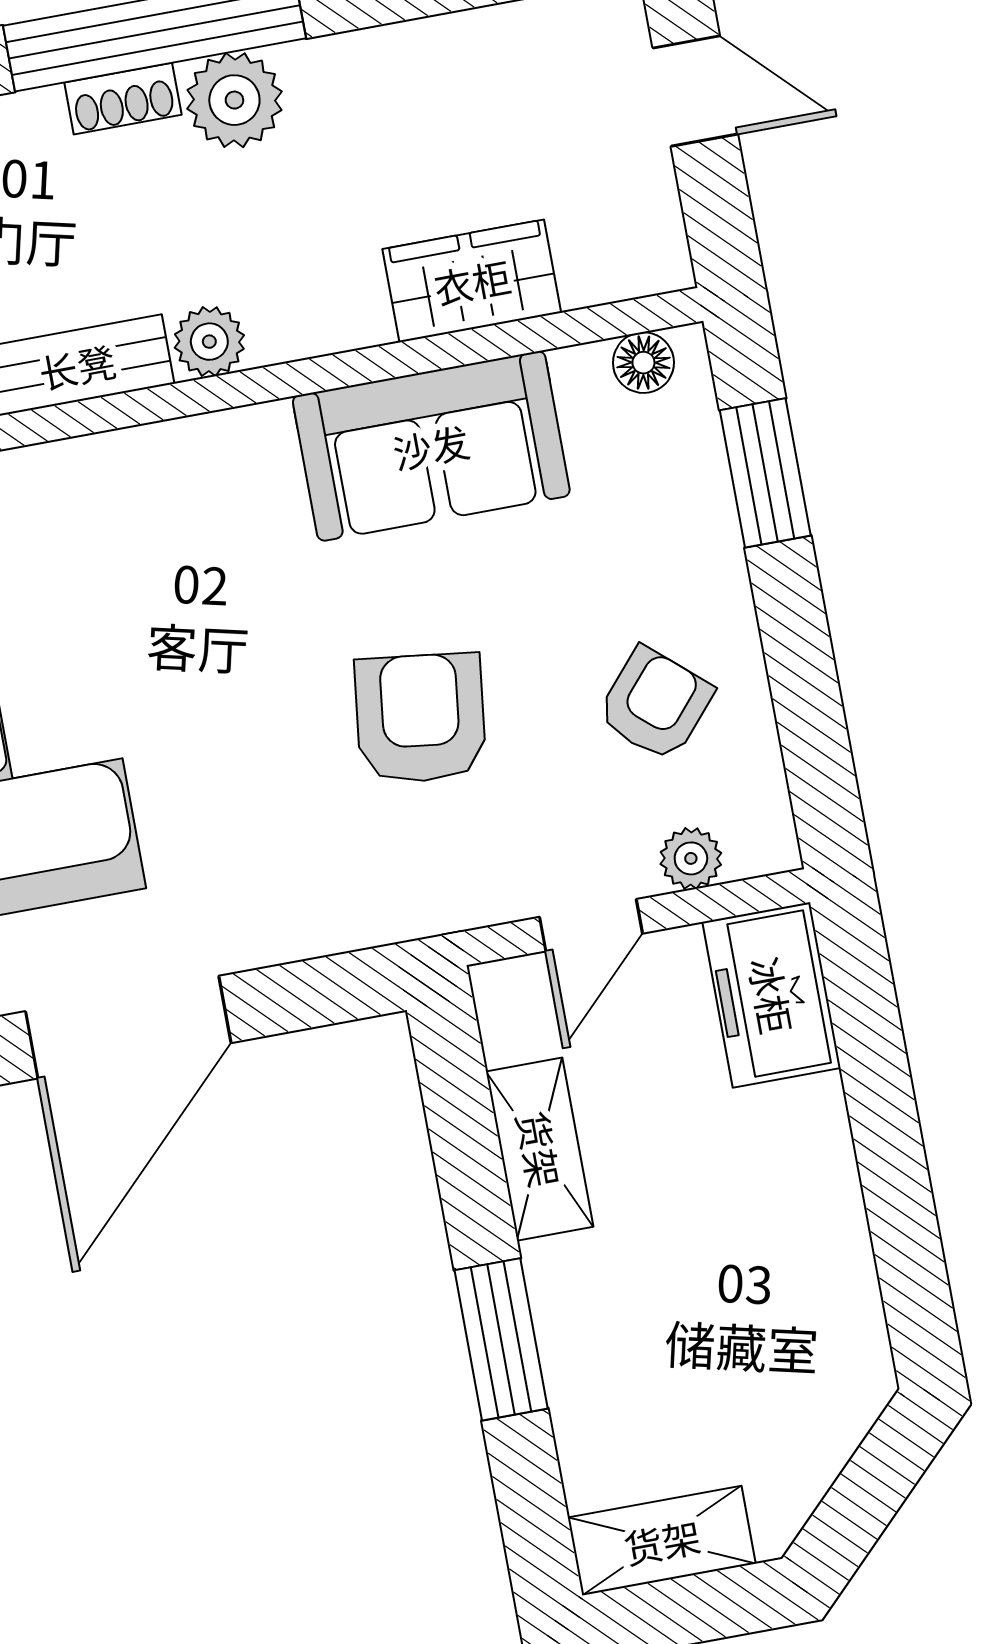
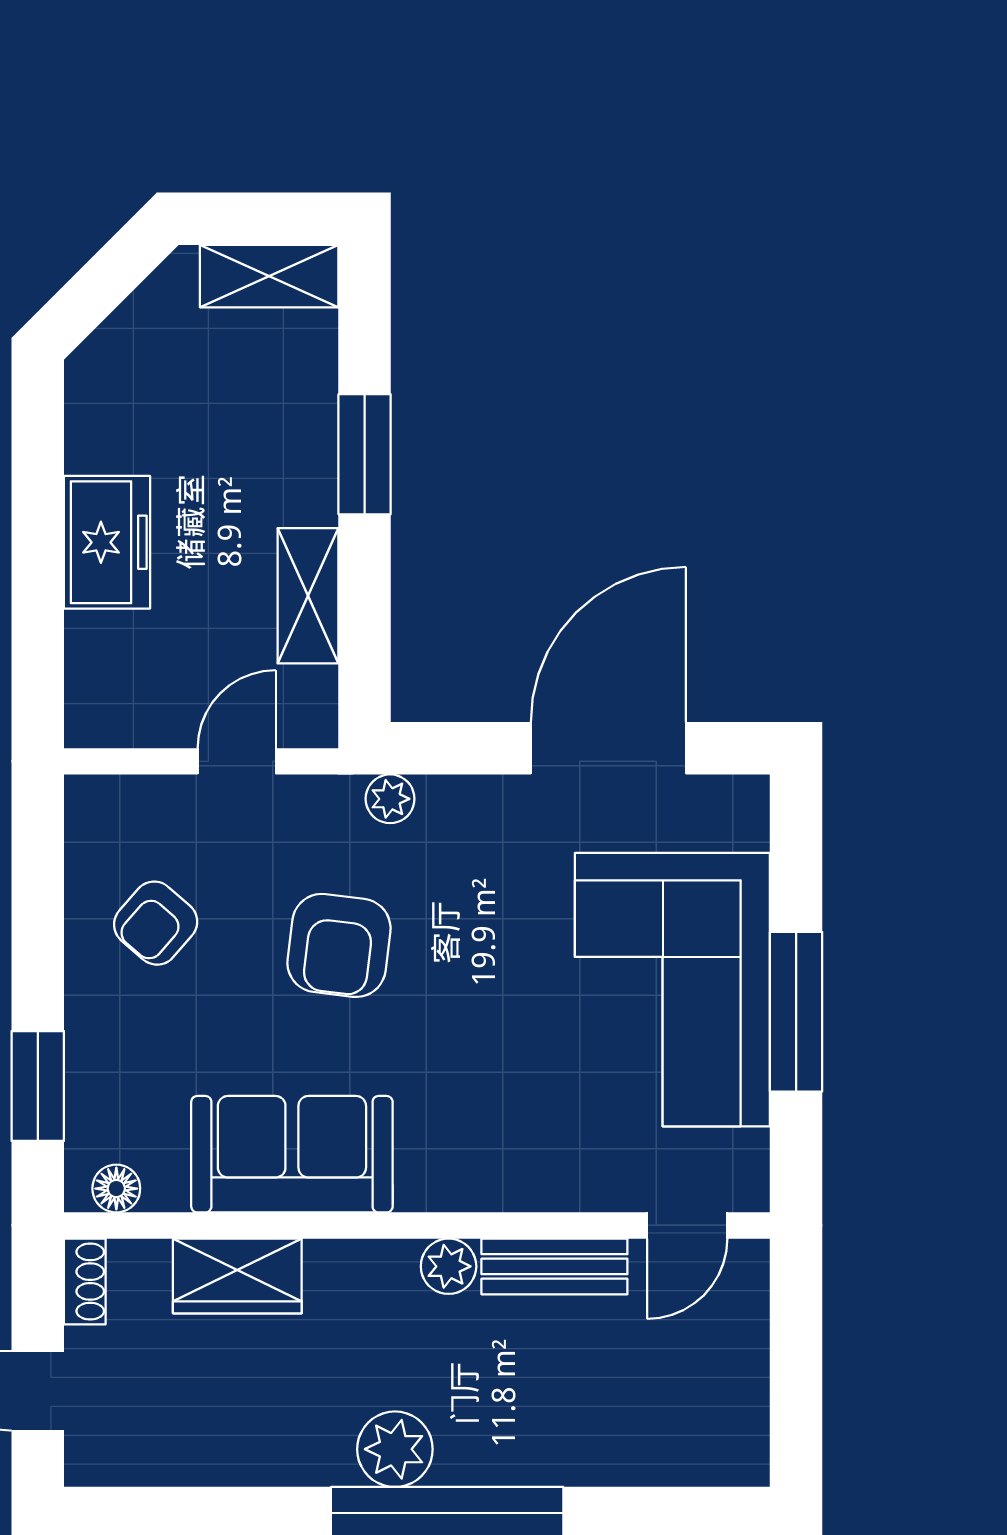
shoe rack: (123, 99) -> (85, 1282), moved, turned 90
plant: (691, 858) -> (390, 799), moved
freezer: (772, 995) -> (107, 542), moved

